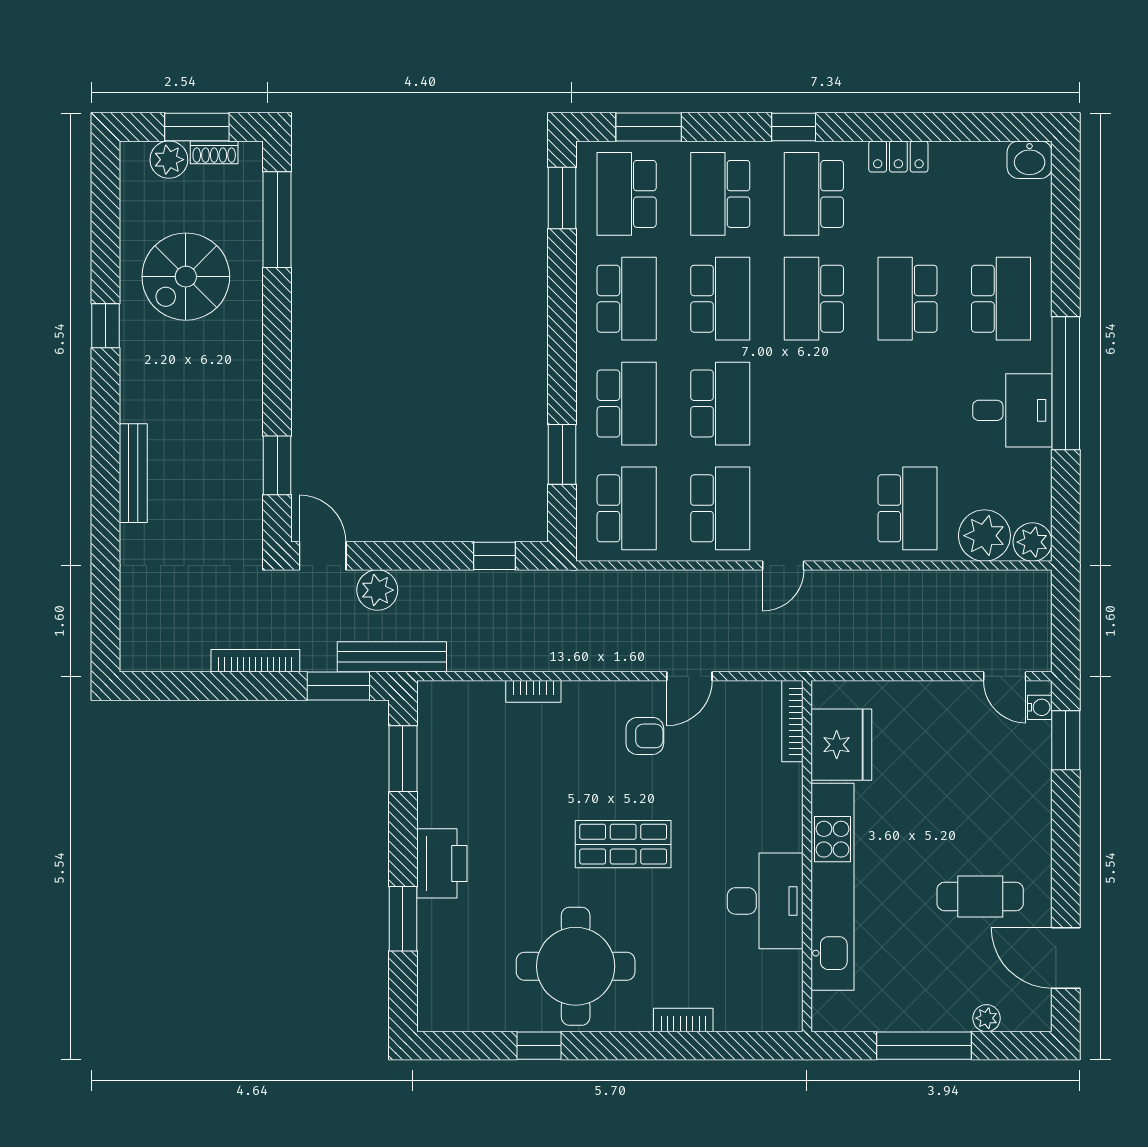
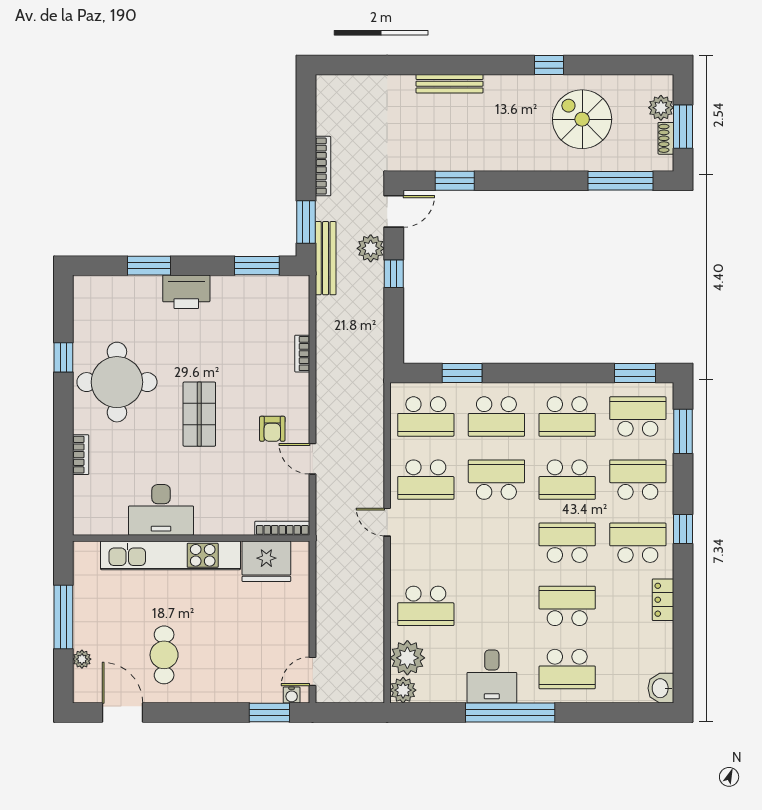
school desk: (720, 404) -> (496, 480), turned 180
window: (495, 556) -> (394, 274), moved
door: (1066, 958) -> (123, 713), hinge flipped

